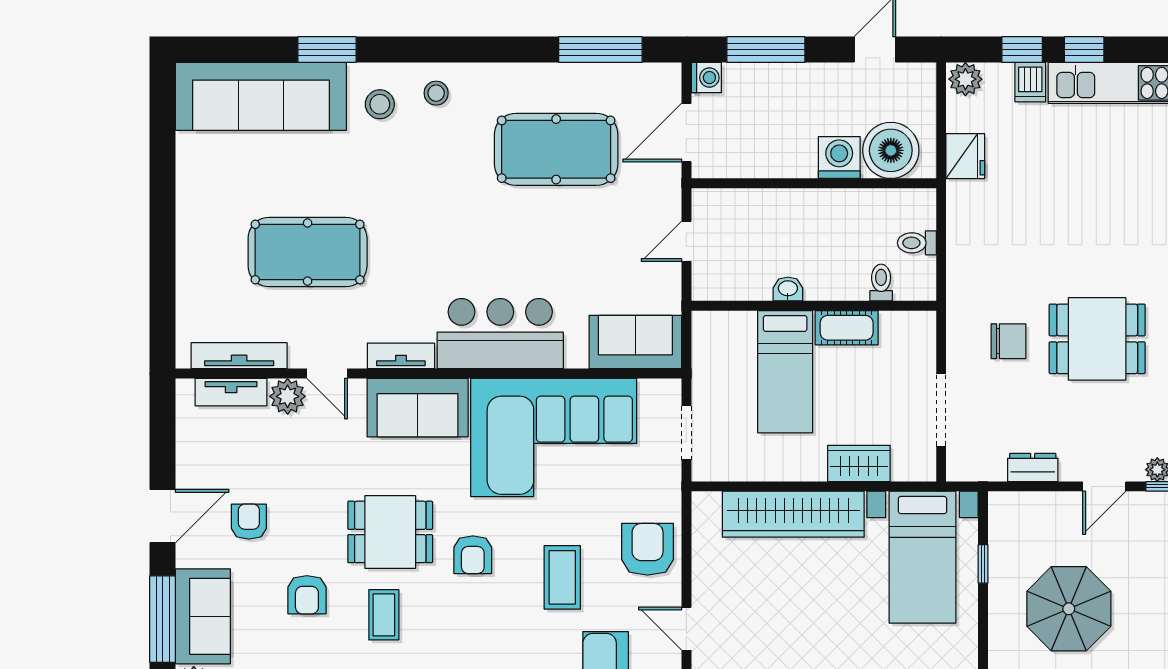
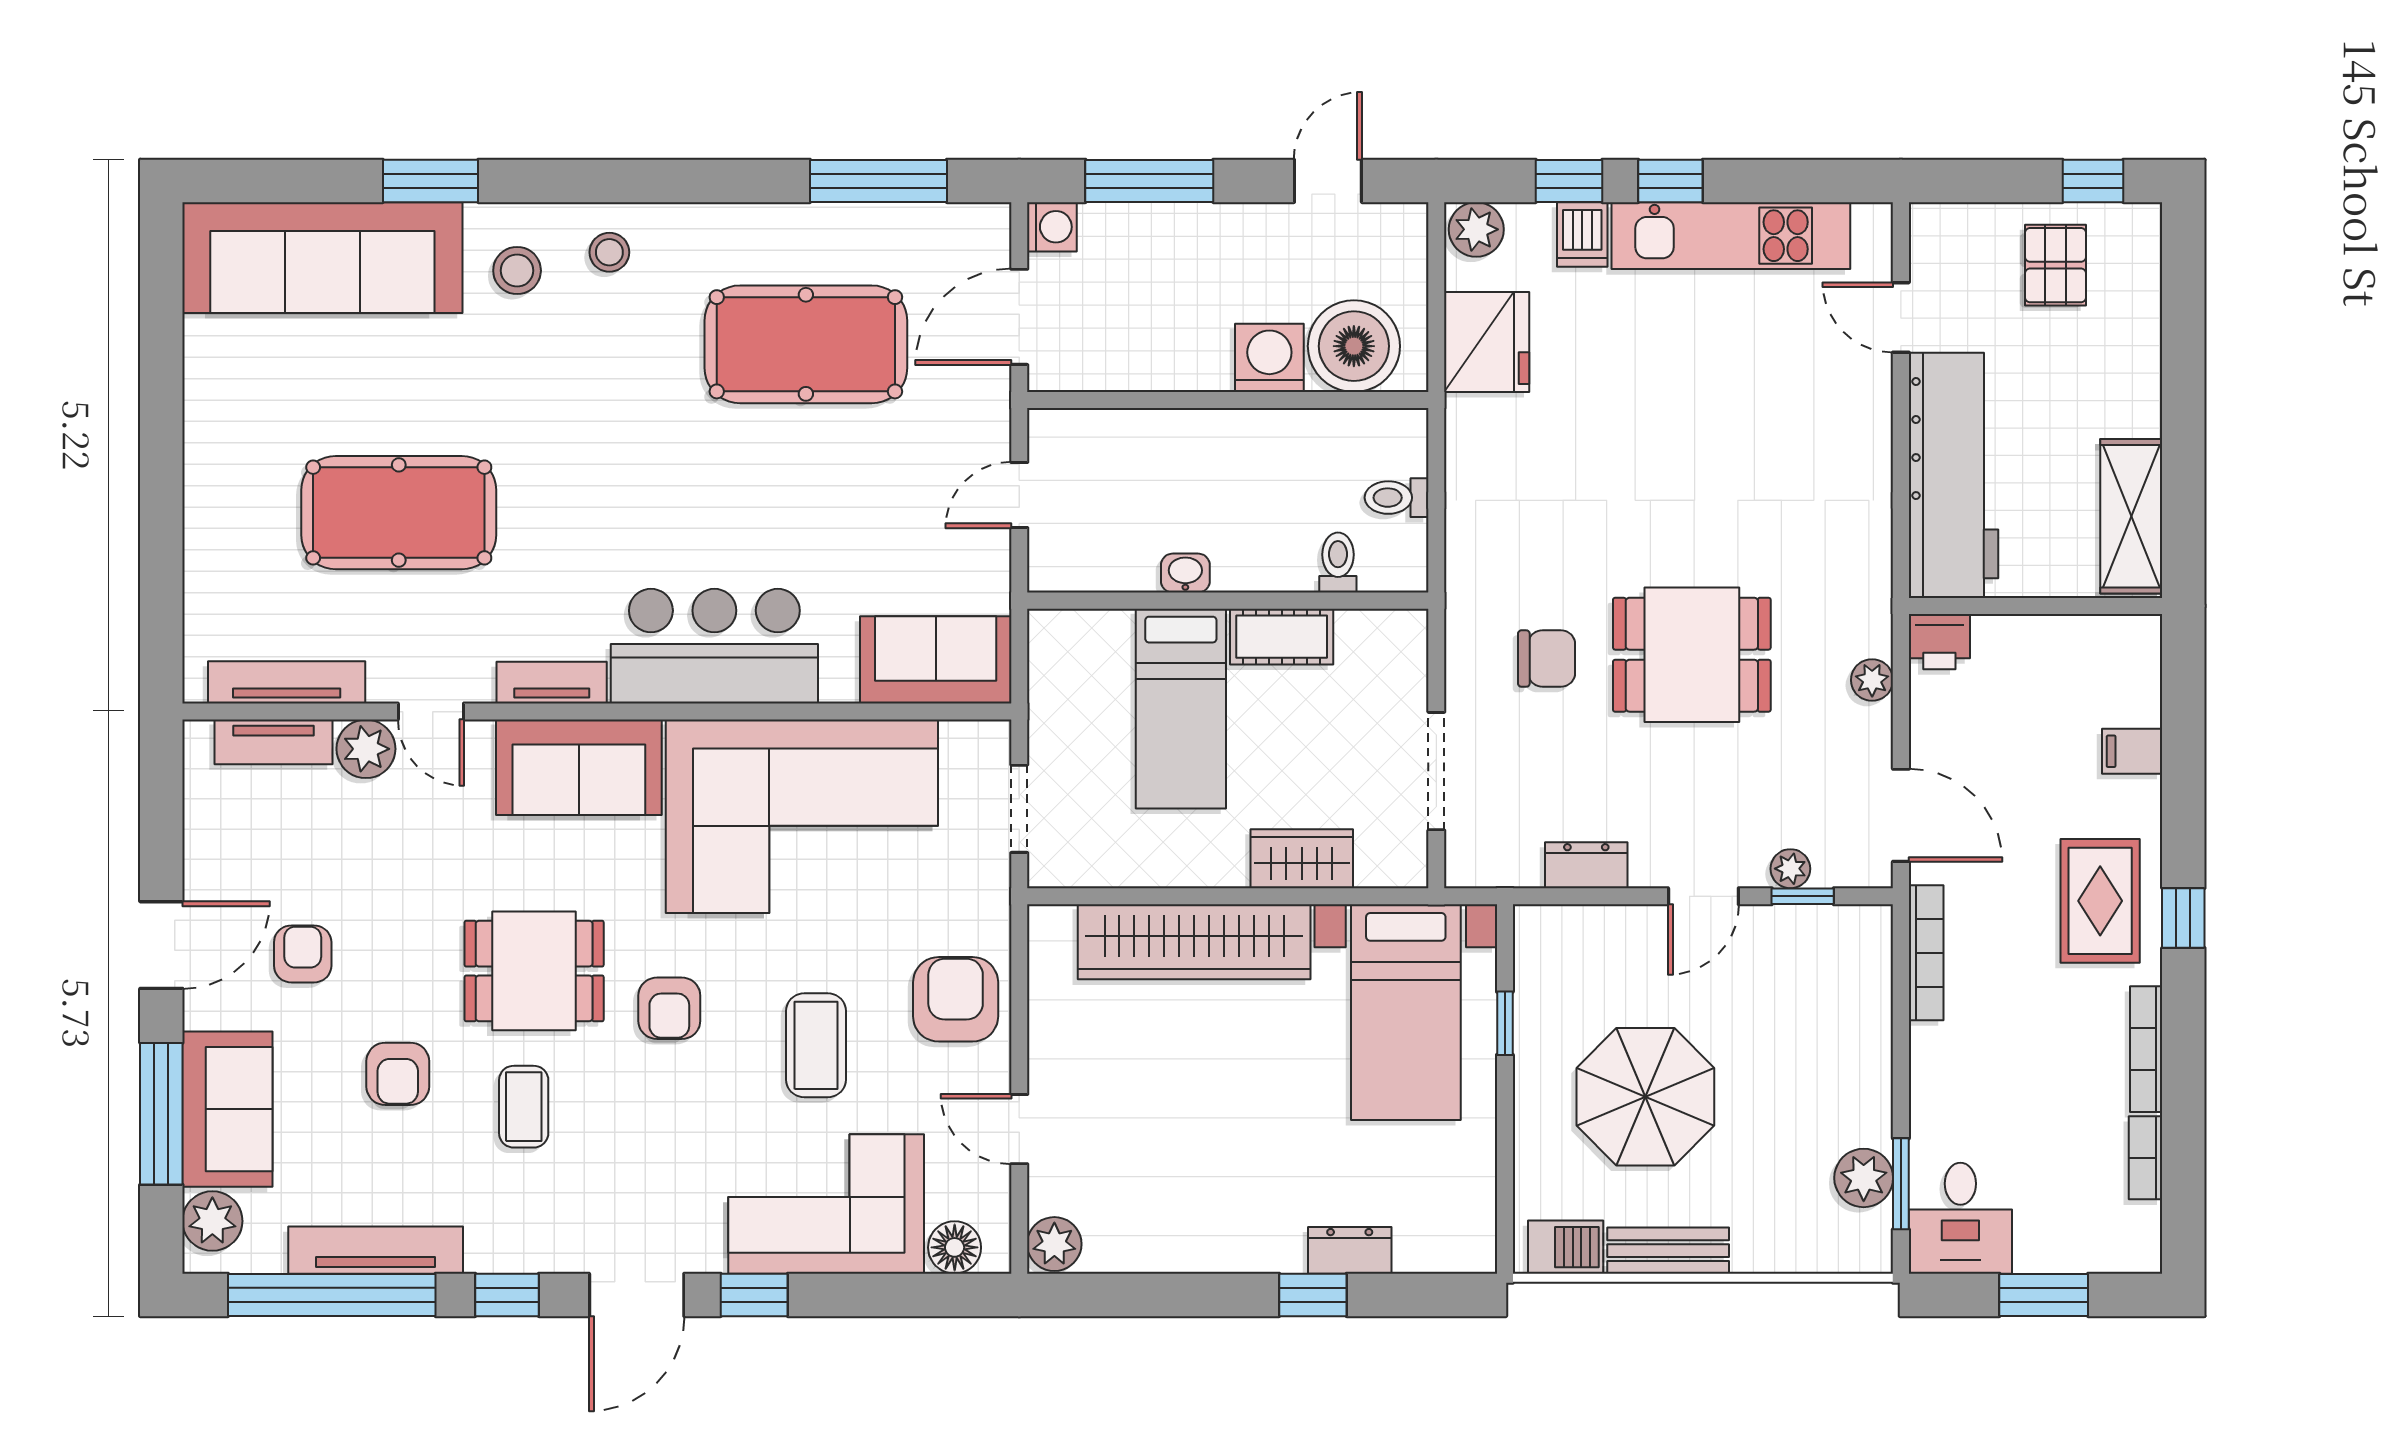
fridge: (965, 156) -> (1487, 342), width x1.36, depth x1.34

